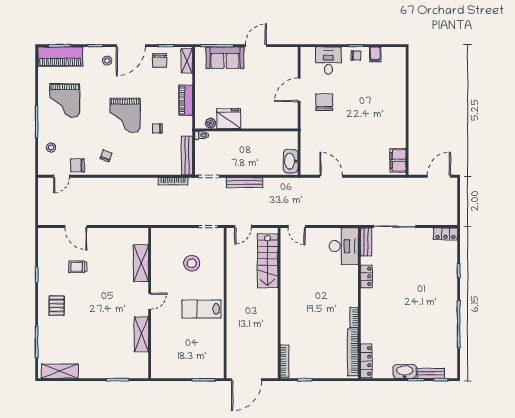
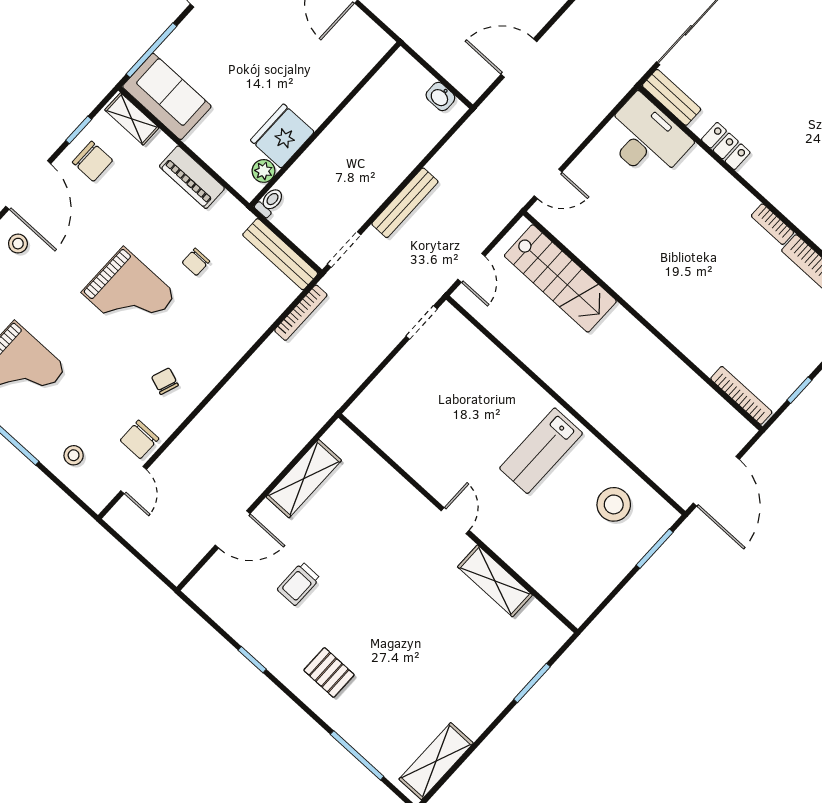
sofa: (225, 58) -> (167, 96), moved, turned -90
washbasin: (291, 161) -> (440, 97), width x0.52, depth x0.69
shelving: (141, 263) -> (304, 479), moved, turned 90
stool: (192, 263) -> (614, 504), moved

